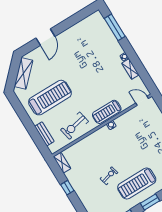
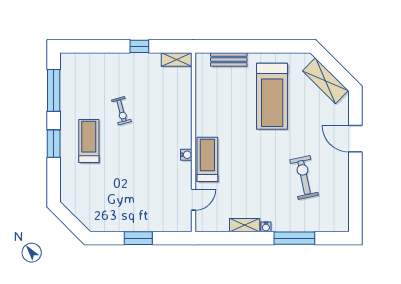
window: (115, 27) -> (294, 238), moved
door: (142, 101) -> (193, 200), moved
exercise bike: (74, 126) -> (304, 177), moved
treadmill: (137, 184) -> (89, 141), width x0.73, depth x0.73

